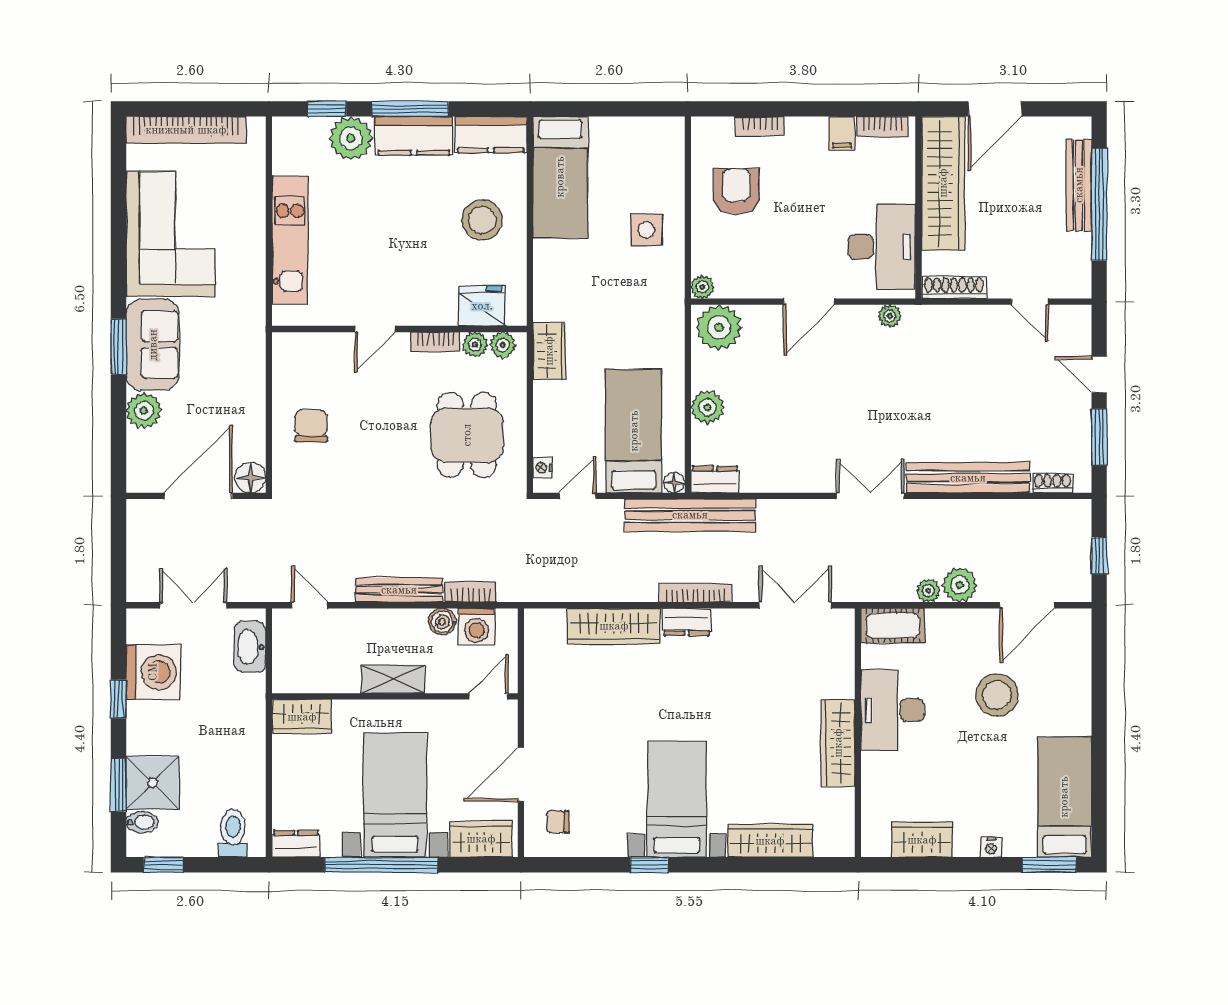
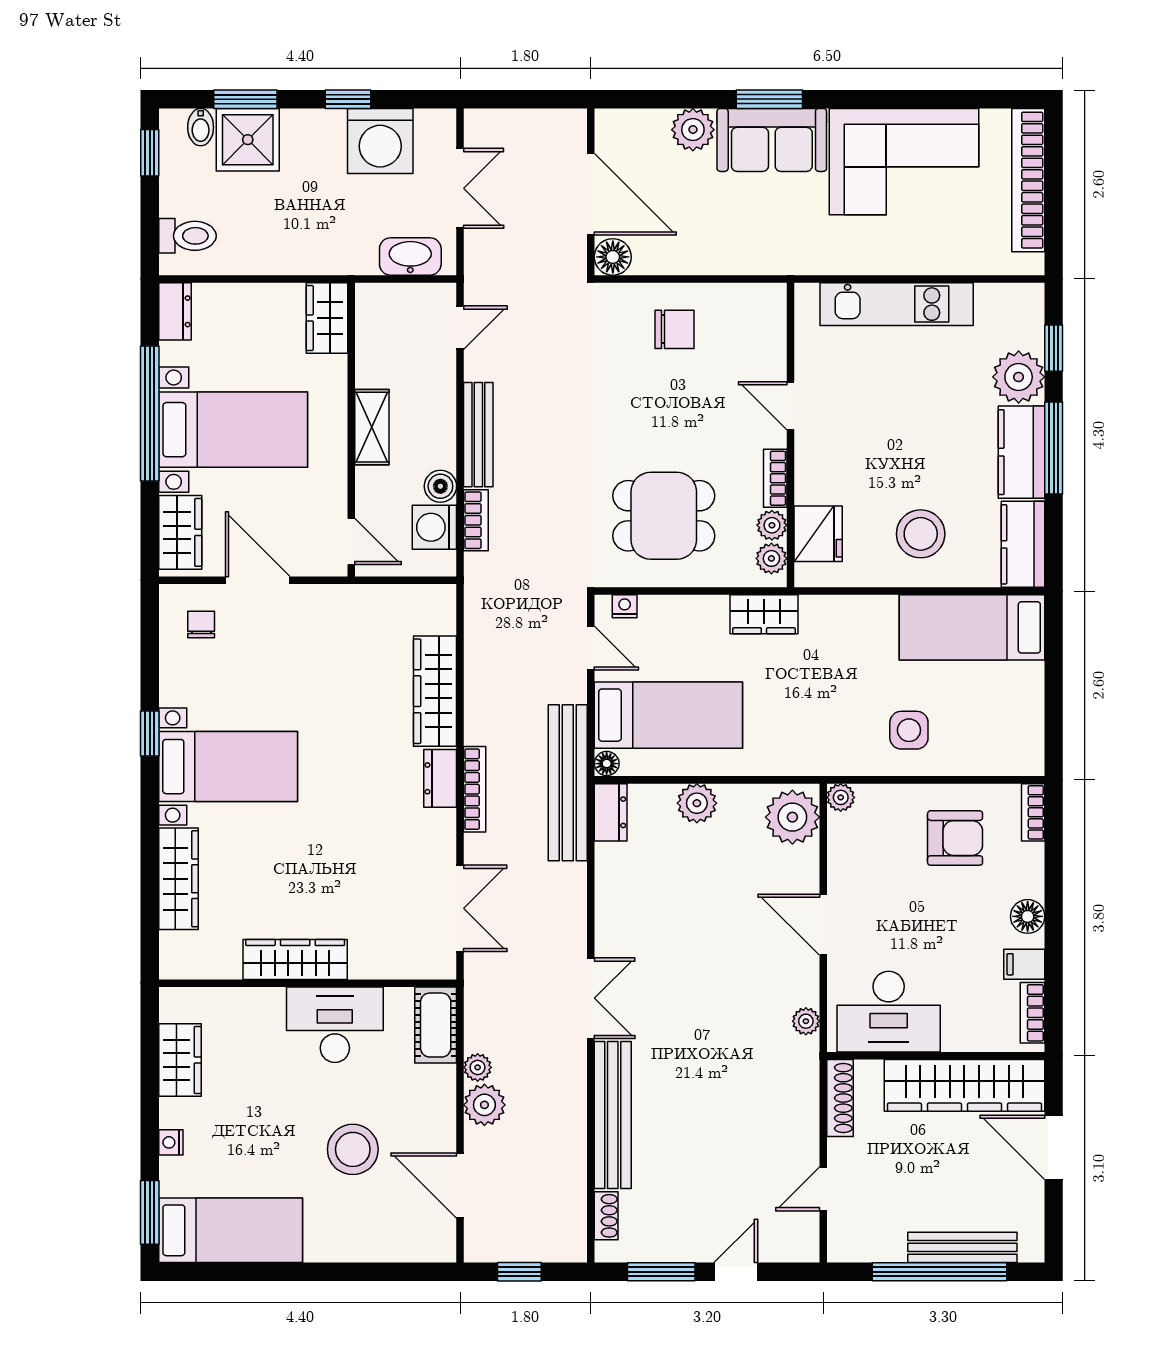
bookcase: (760, 126) -> (1033, 812), moved
floor lamp: (802, 131) -> (1028, 916), added

